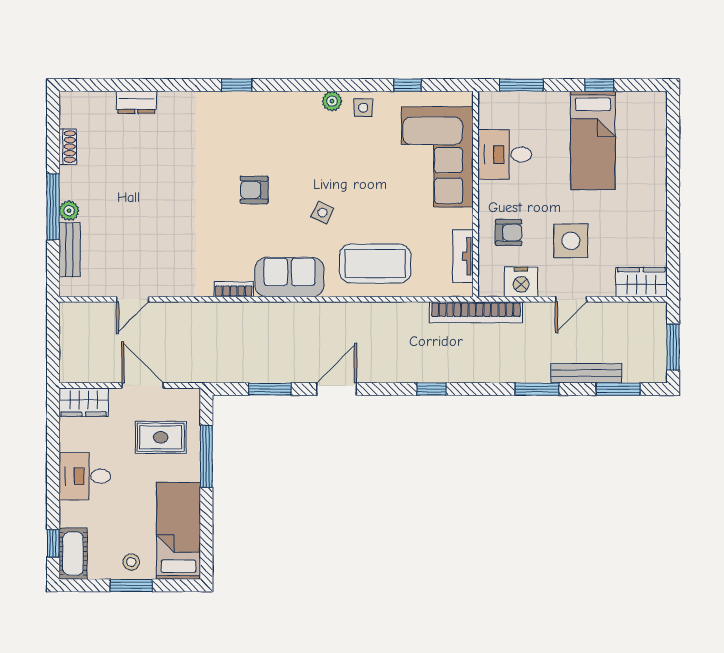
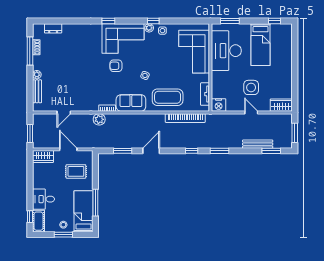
window: (408, 85) -> (153, 21), moved
window: (599, 85) -> (274, 21), moved
dresser: (136, 102) -> (53, 28), moved
corner sofa: (271, 126) -> (123, 39), added
desk: (505, 154) -> (226, 51), width x1.87, depth x1.30
window: (53, 207) -> (30, 51), moved
armchair: (509, 232) -> (225, 84), removed
nightstand: (521, 282) -> (219, 105), moved
door: (571, 299) -> (251, 112), swing flipped
bookcase: (476, 312) -> (185, 118), moved
plant: (215, 315) -> (99, 119), added
window: (53, 349) -> (30, 134), added
window: (537, 389) -> (219, 151), moved
window: (206, 456) -> (95, 203), moved
desk: (85, 476) -> (43, 199), moved

